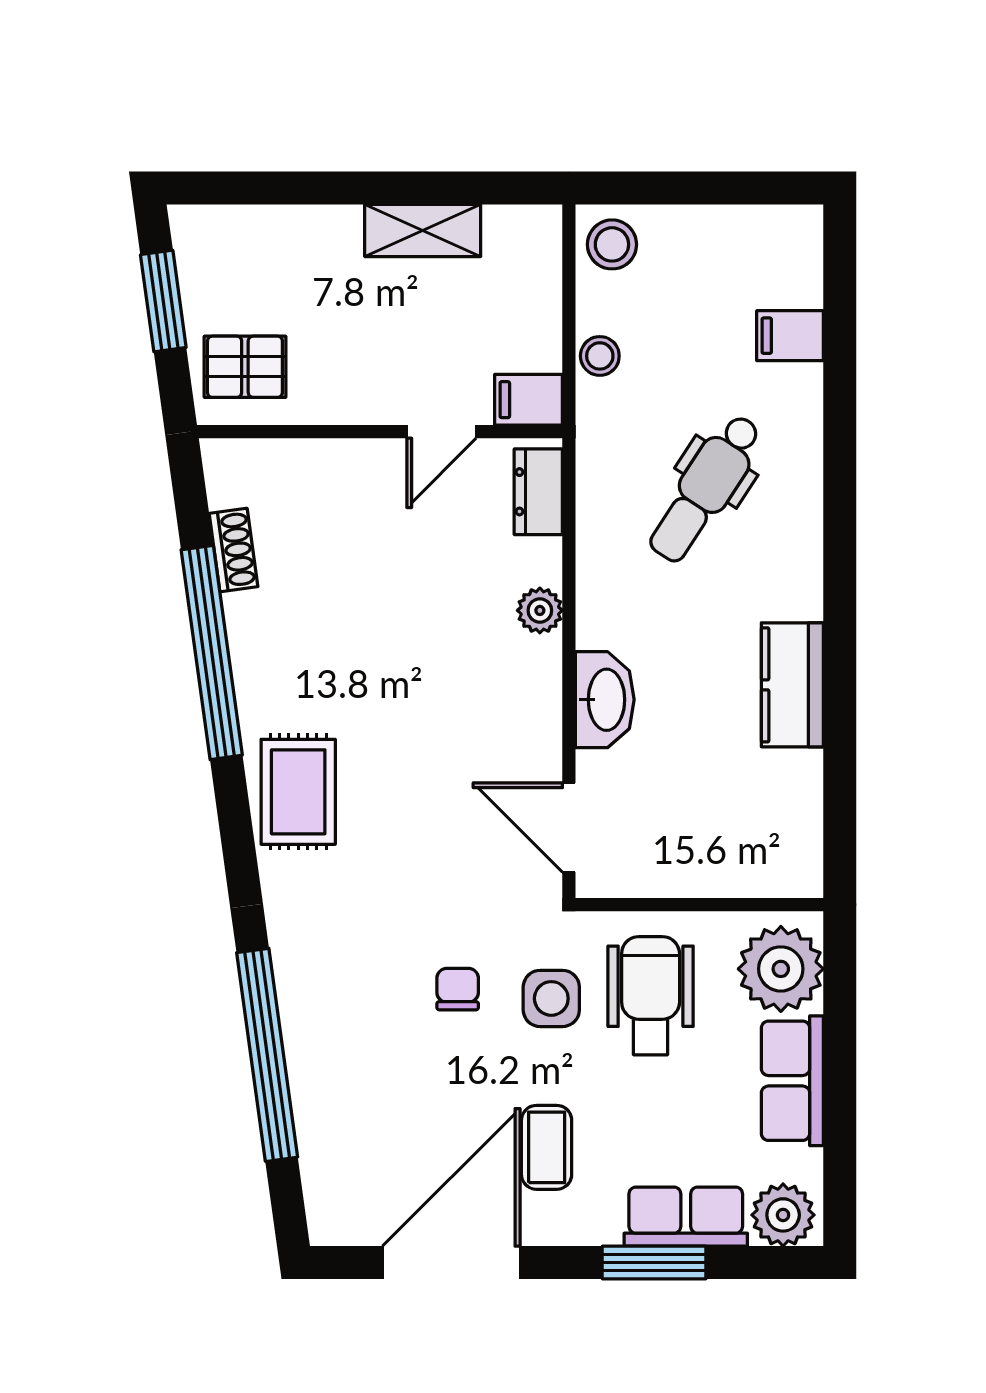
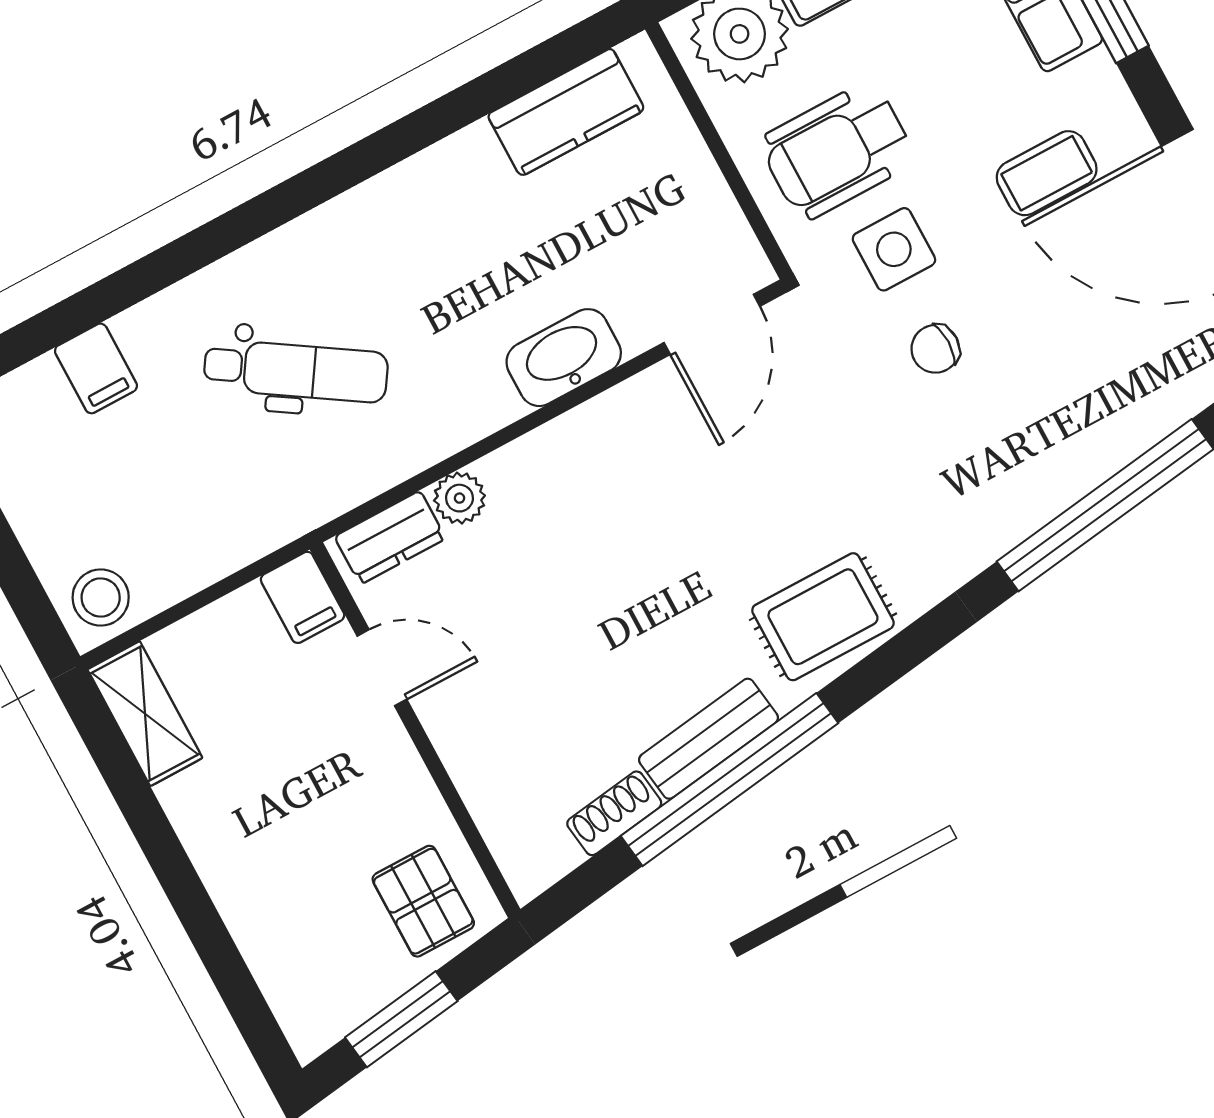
shelving: (423, 230) -> (145, 714), moved
stool: (600, 356) -> (220, 549), removed
plant: (540, 610) -> (459, 498), moved
bench: (252, 653) -> (708, 739), added
kitchen counter: (792, 685) -> (566, 112), moved

